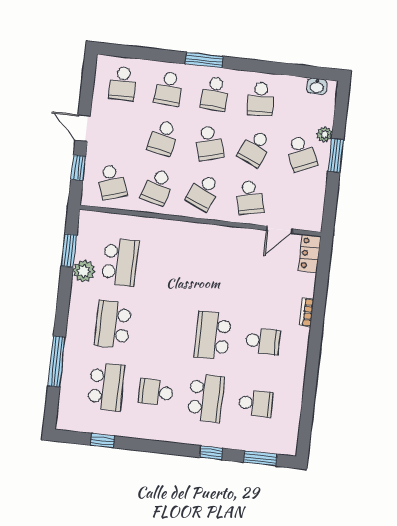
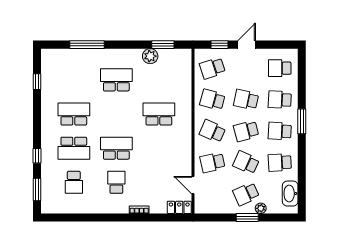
washbasin: (317, 86) -> (290, 194), width x1.91, depth x1.45
school desk: (120, 262) -> (159, 114), moved, turned 180
school desk: (263, 341) -> (116, 182), turned 180
school desk: (106, 387) -> (74, 80), removed
school desk: (156, 392) -> (74, 114), width x1.85

